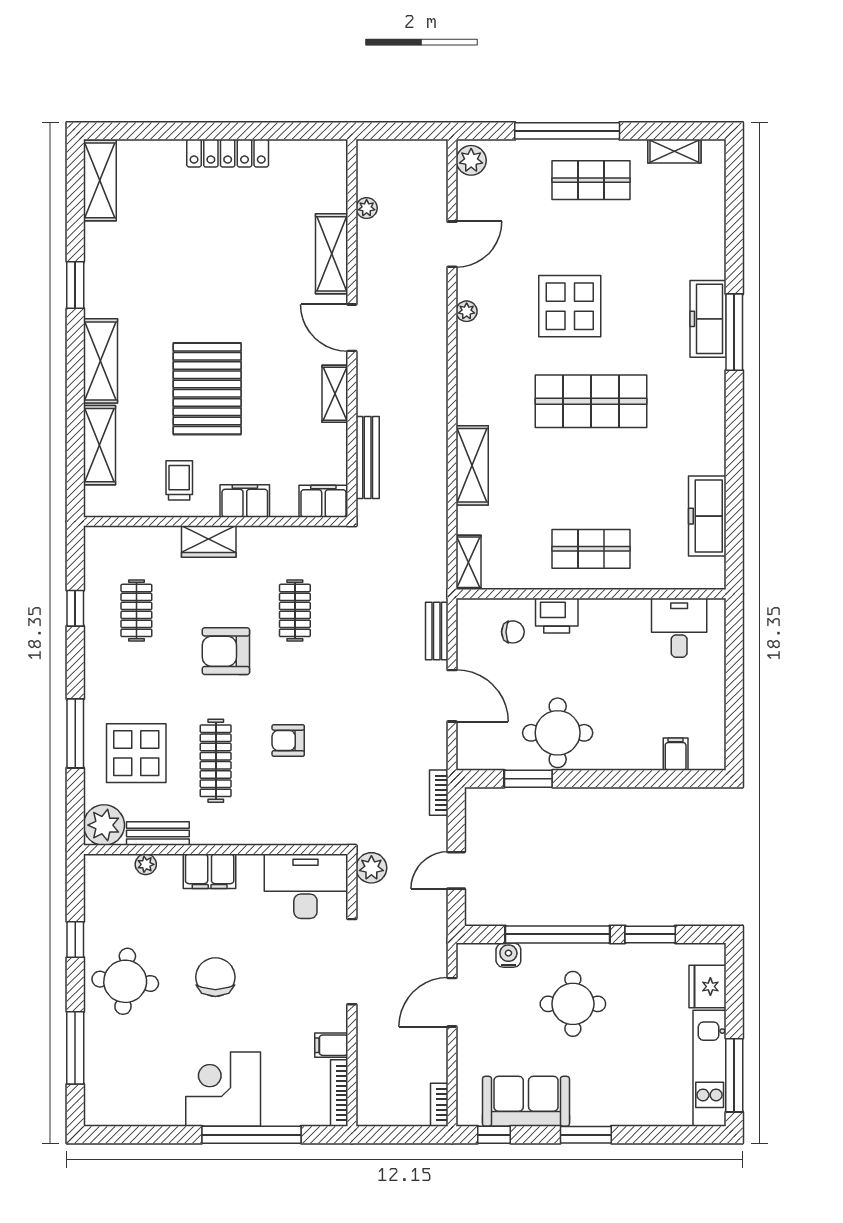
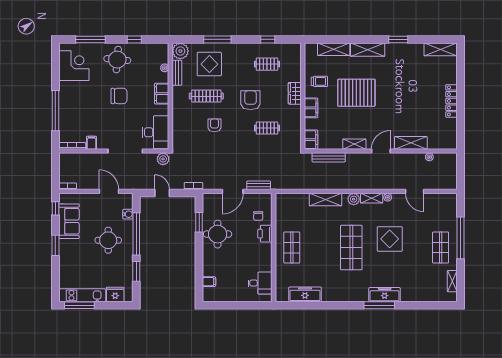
plant: (471, 160) -> (354, 199), moved
shelving: (468, 562) -> (372, 198), moved
corner desk: (223, 1089) -> (74, 66), moved

